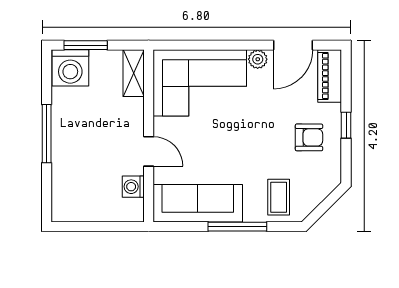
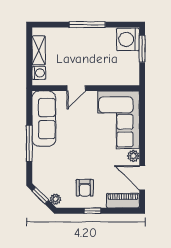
shelving: (134, 73) -> (39, 50), moved, turned 90
plant: (327, 185) -> (55, 199), added
washing machine: (133, 187) -> (39, 73), moved, turned 90
coffee table: (279, 197) -> (48, 169), removed
window: (322, 209) -> (40, 196), added

